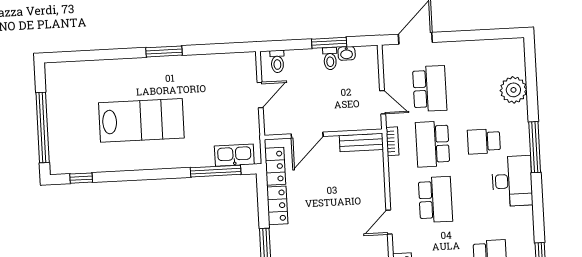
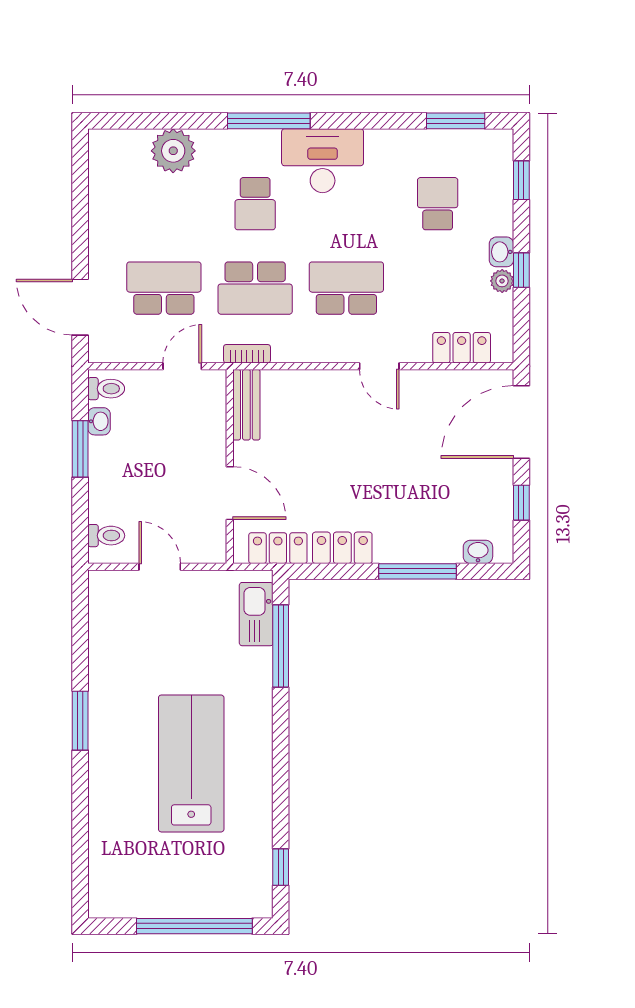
toilet: (330, 59) -> (106, 389), moved

